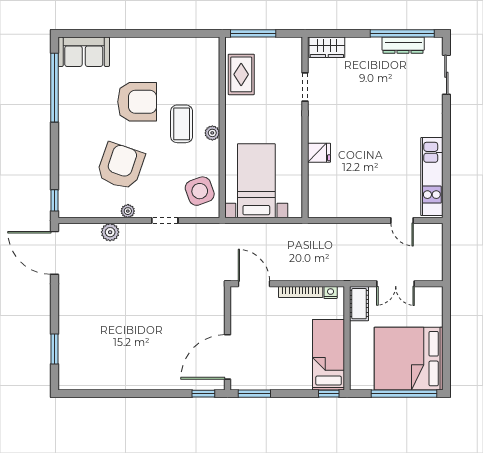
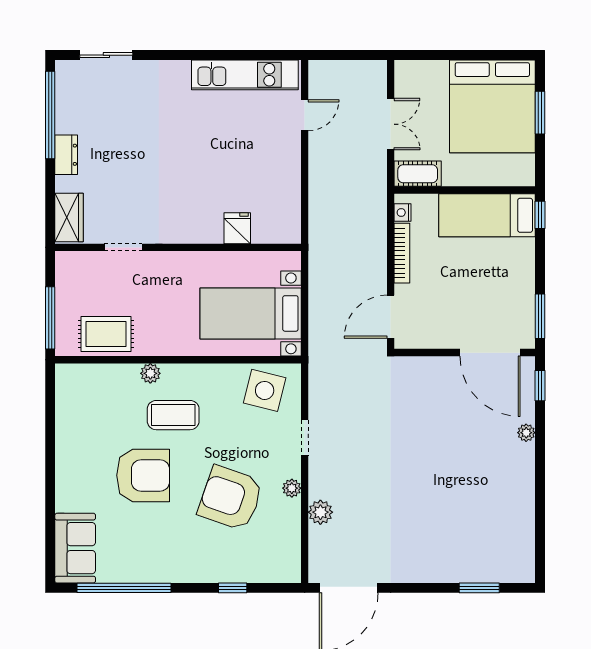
dresser: (403, 45) -> (66, 155), moved, width x0.70
armchair: (137, 102) -> (143, 475), turned 90
plant: (212, 133) -> (150, 373), moved
fridge: (319, 153) -> (237, 228), moved
side table: (200, 191) -> (265, 390), turned 34
window: (54, 200) -> (233, 588), moved
plant: (169, 384) -> (526, 433), added
window: (404, 394) -> (540, 113), width x0.47

